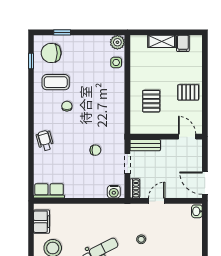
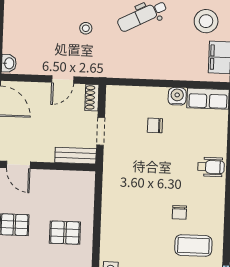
pallet: (151, 101) -> (65, 233), moved, turned 90
wheelchair: (45, 141) -> (211, 167), turned -74
chair: (95, 150) -> (155, 125), moved
water cooler: (114, 192) -> (177, 96), moved

